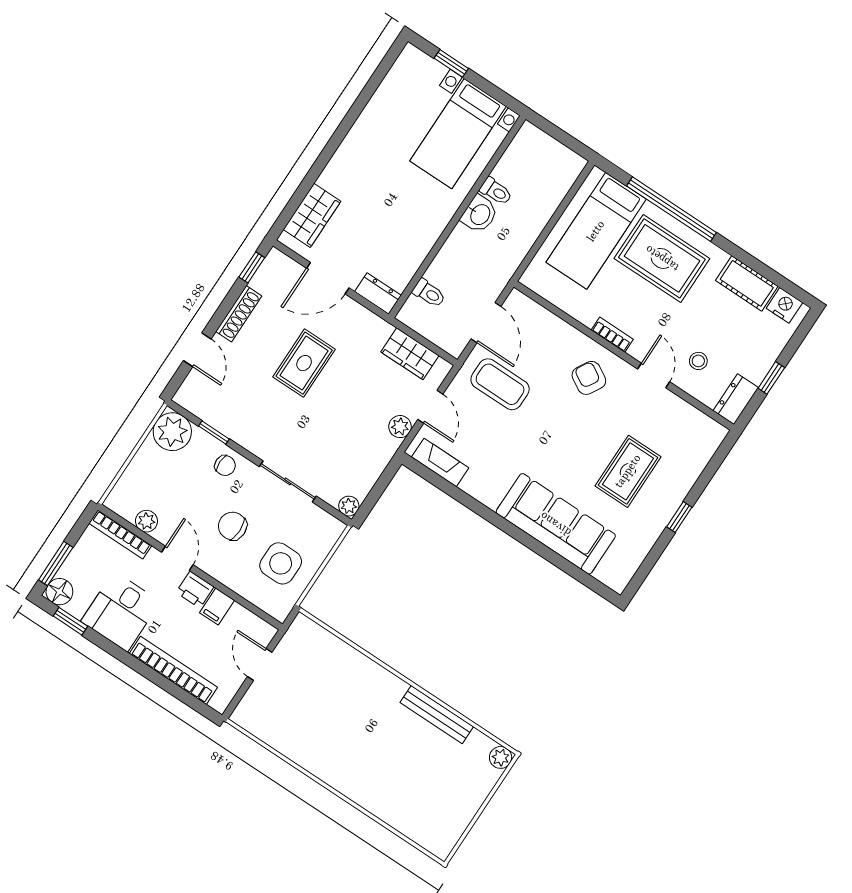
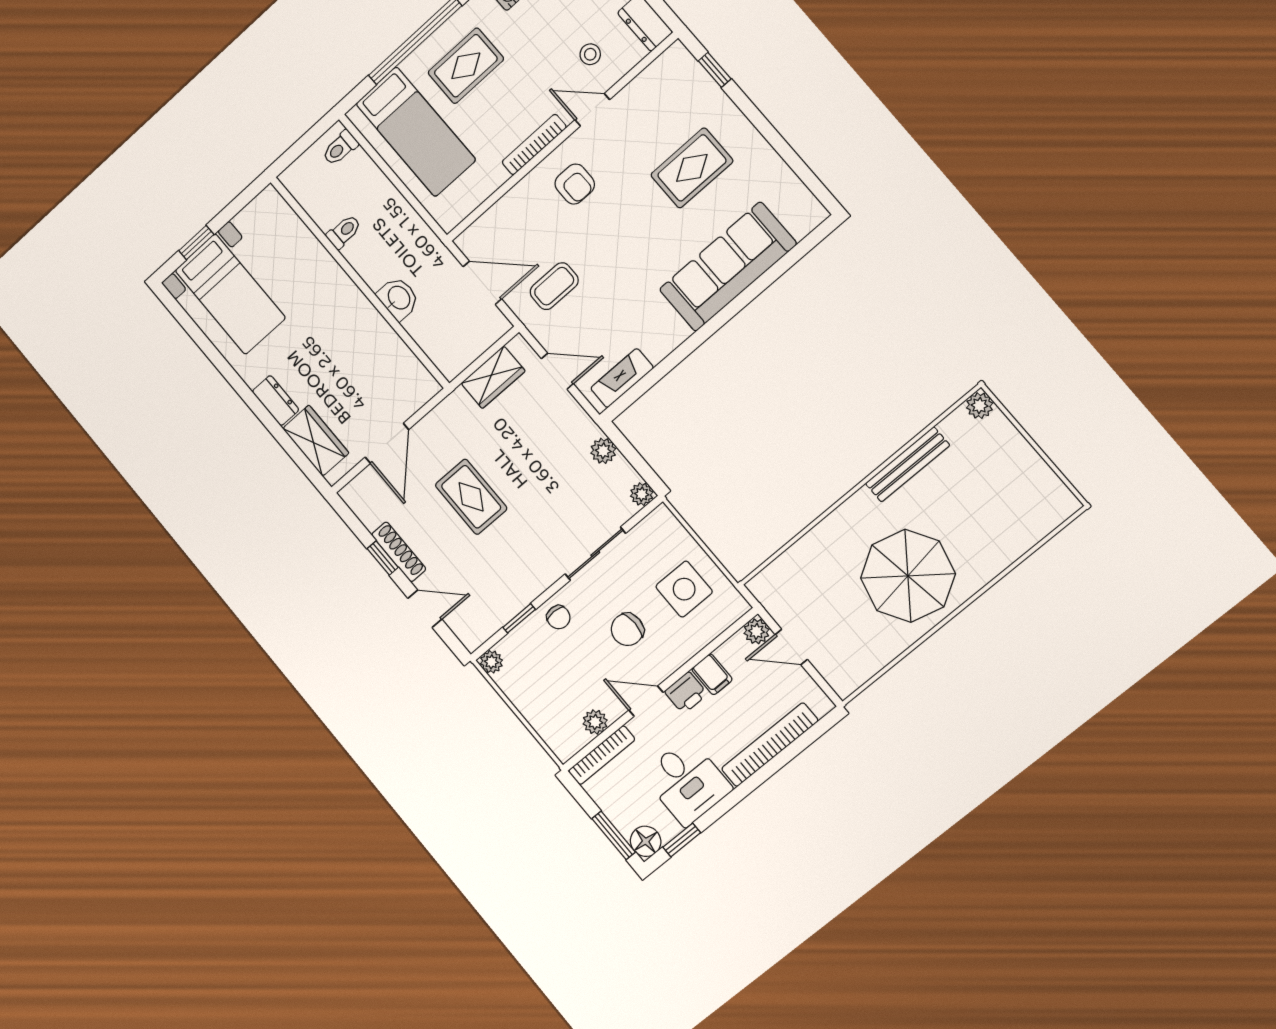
bed with nightstands: (458, 134) -> (230, 294), moved
washbasin: (480, 214) -> (398, 298), moved
rug: (662, 258) -> (466, 66), width x0.73, depth x0.70
window: (252, 267) -> (383, 558), moved
toilet: (429, 293) -> (340, 148), moved, turned 180
dresser: (378, 294) -> (276, 401), moved, turned 90
bookcase: (612, 335) -> (534, 145), width x1.56
armchair: (589, 378) -> (575, 184), turned -120
coffee table: (500, 384) -> (554, 286), width x0.73, depth x0.77
plant: (400, 427) -> (603, 451), moved
plant: (172, 432) -> (491, 662), width x0.53, depth x0.53
chair: (225, 466) -> (558, 617), turned 90
rug: (628, 471) -> (692, 168), turned 90
window: (679, 517) -> (715, 70), moved
plant: (264, 633) -> (756, 631), added
parasol: (347, 741) -> (908, 576), added

